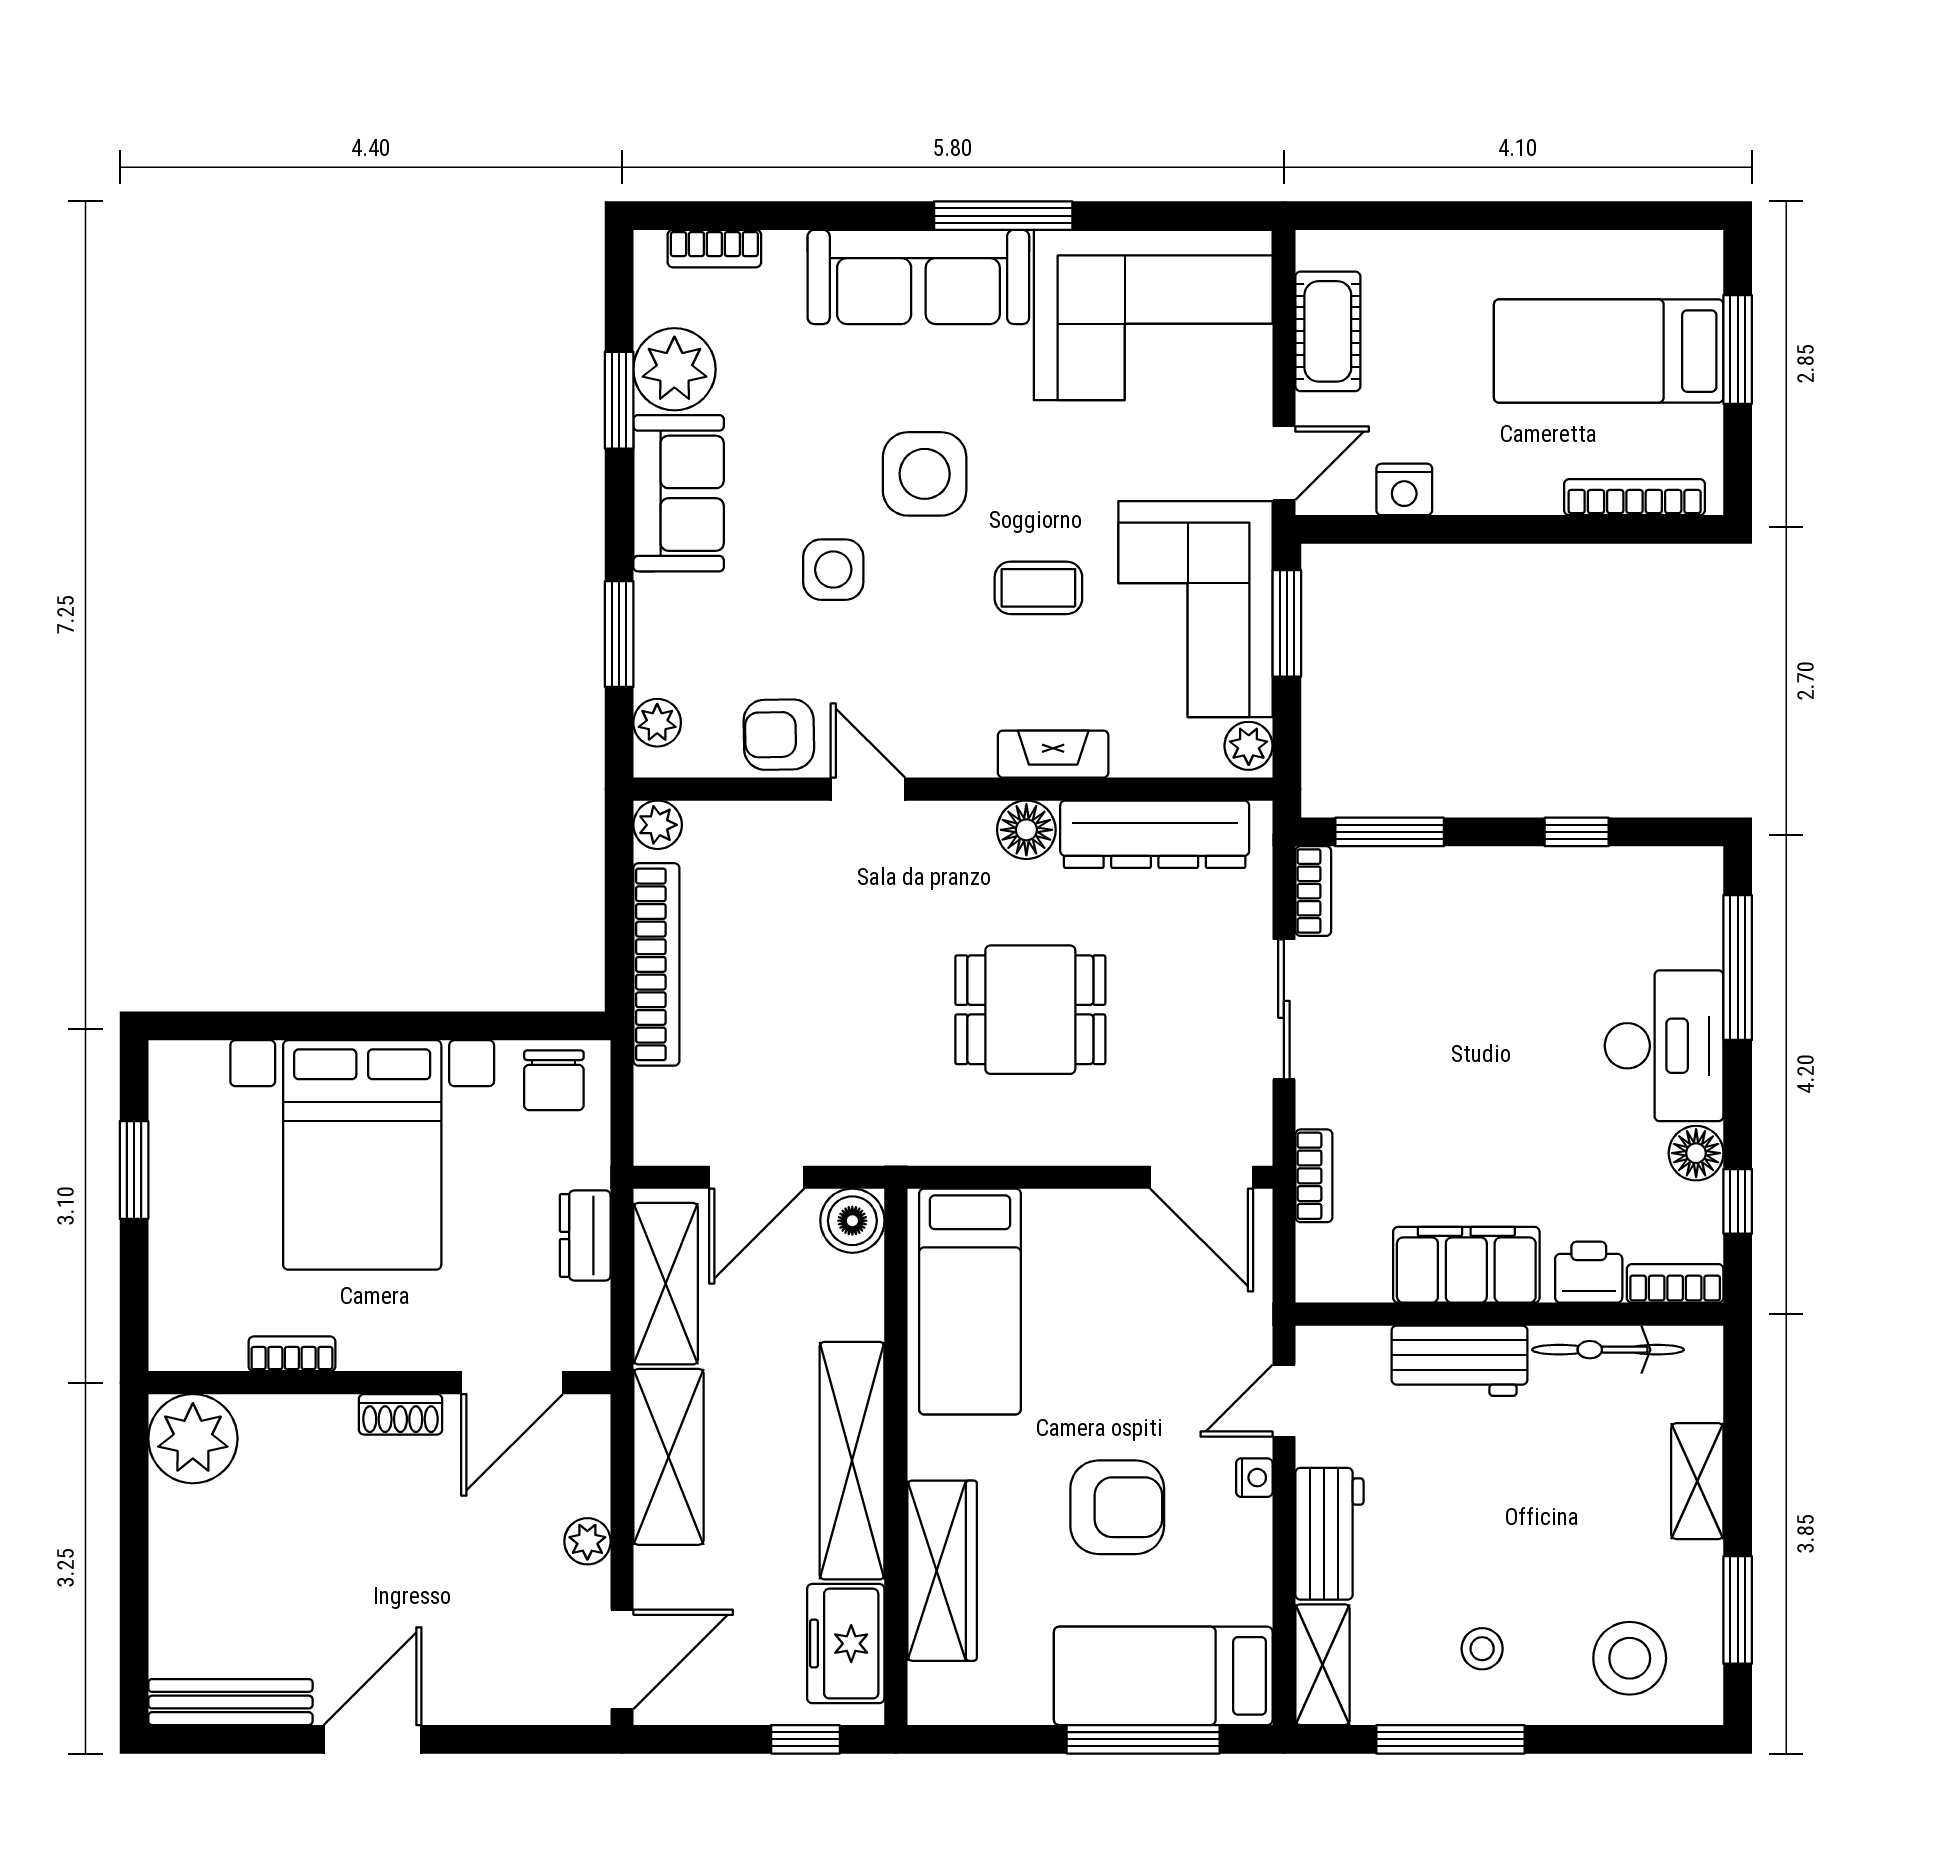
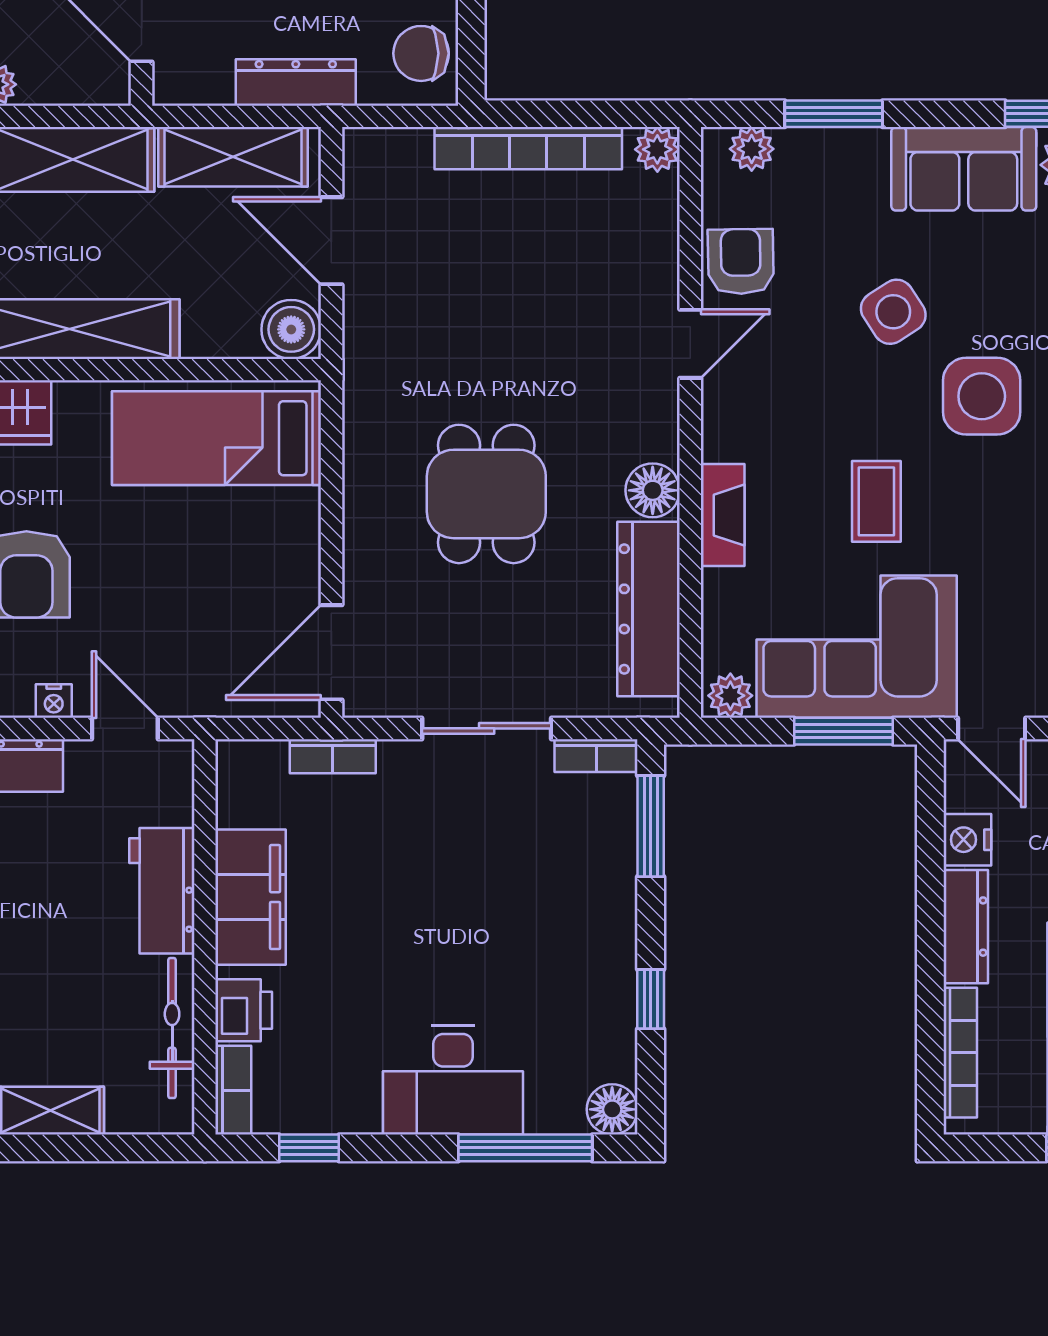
dresser: (1498, 491) -> (966, 927), added
side table: (833, 570) -> (893, 312), turned -33
floor lamp: (1696, 1153) -> (612, 1109), moved
dresser: (585, 1235) -> (296, 82), width x1.44

